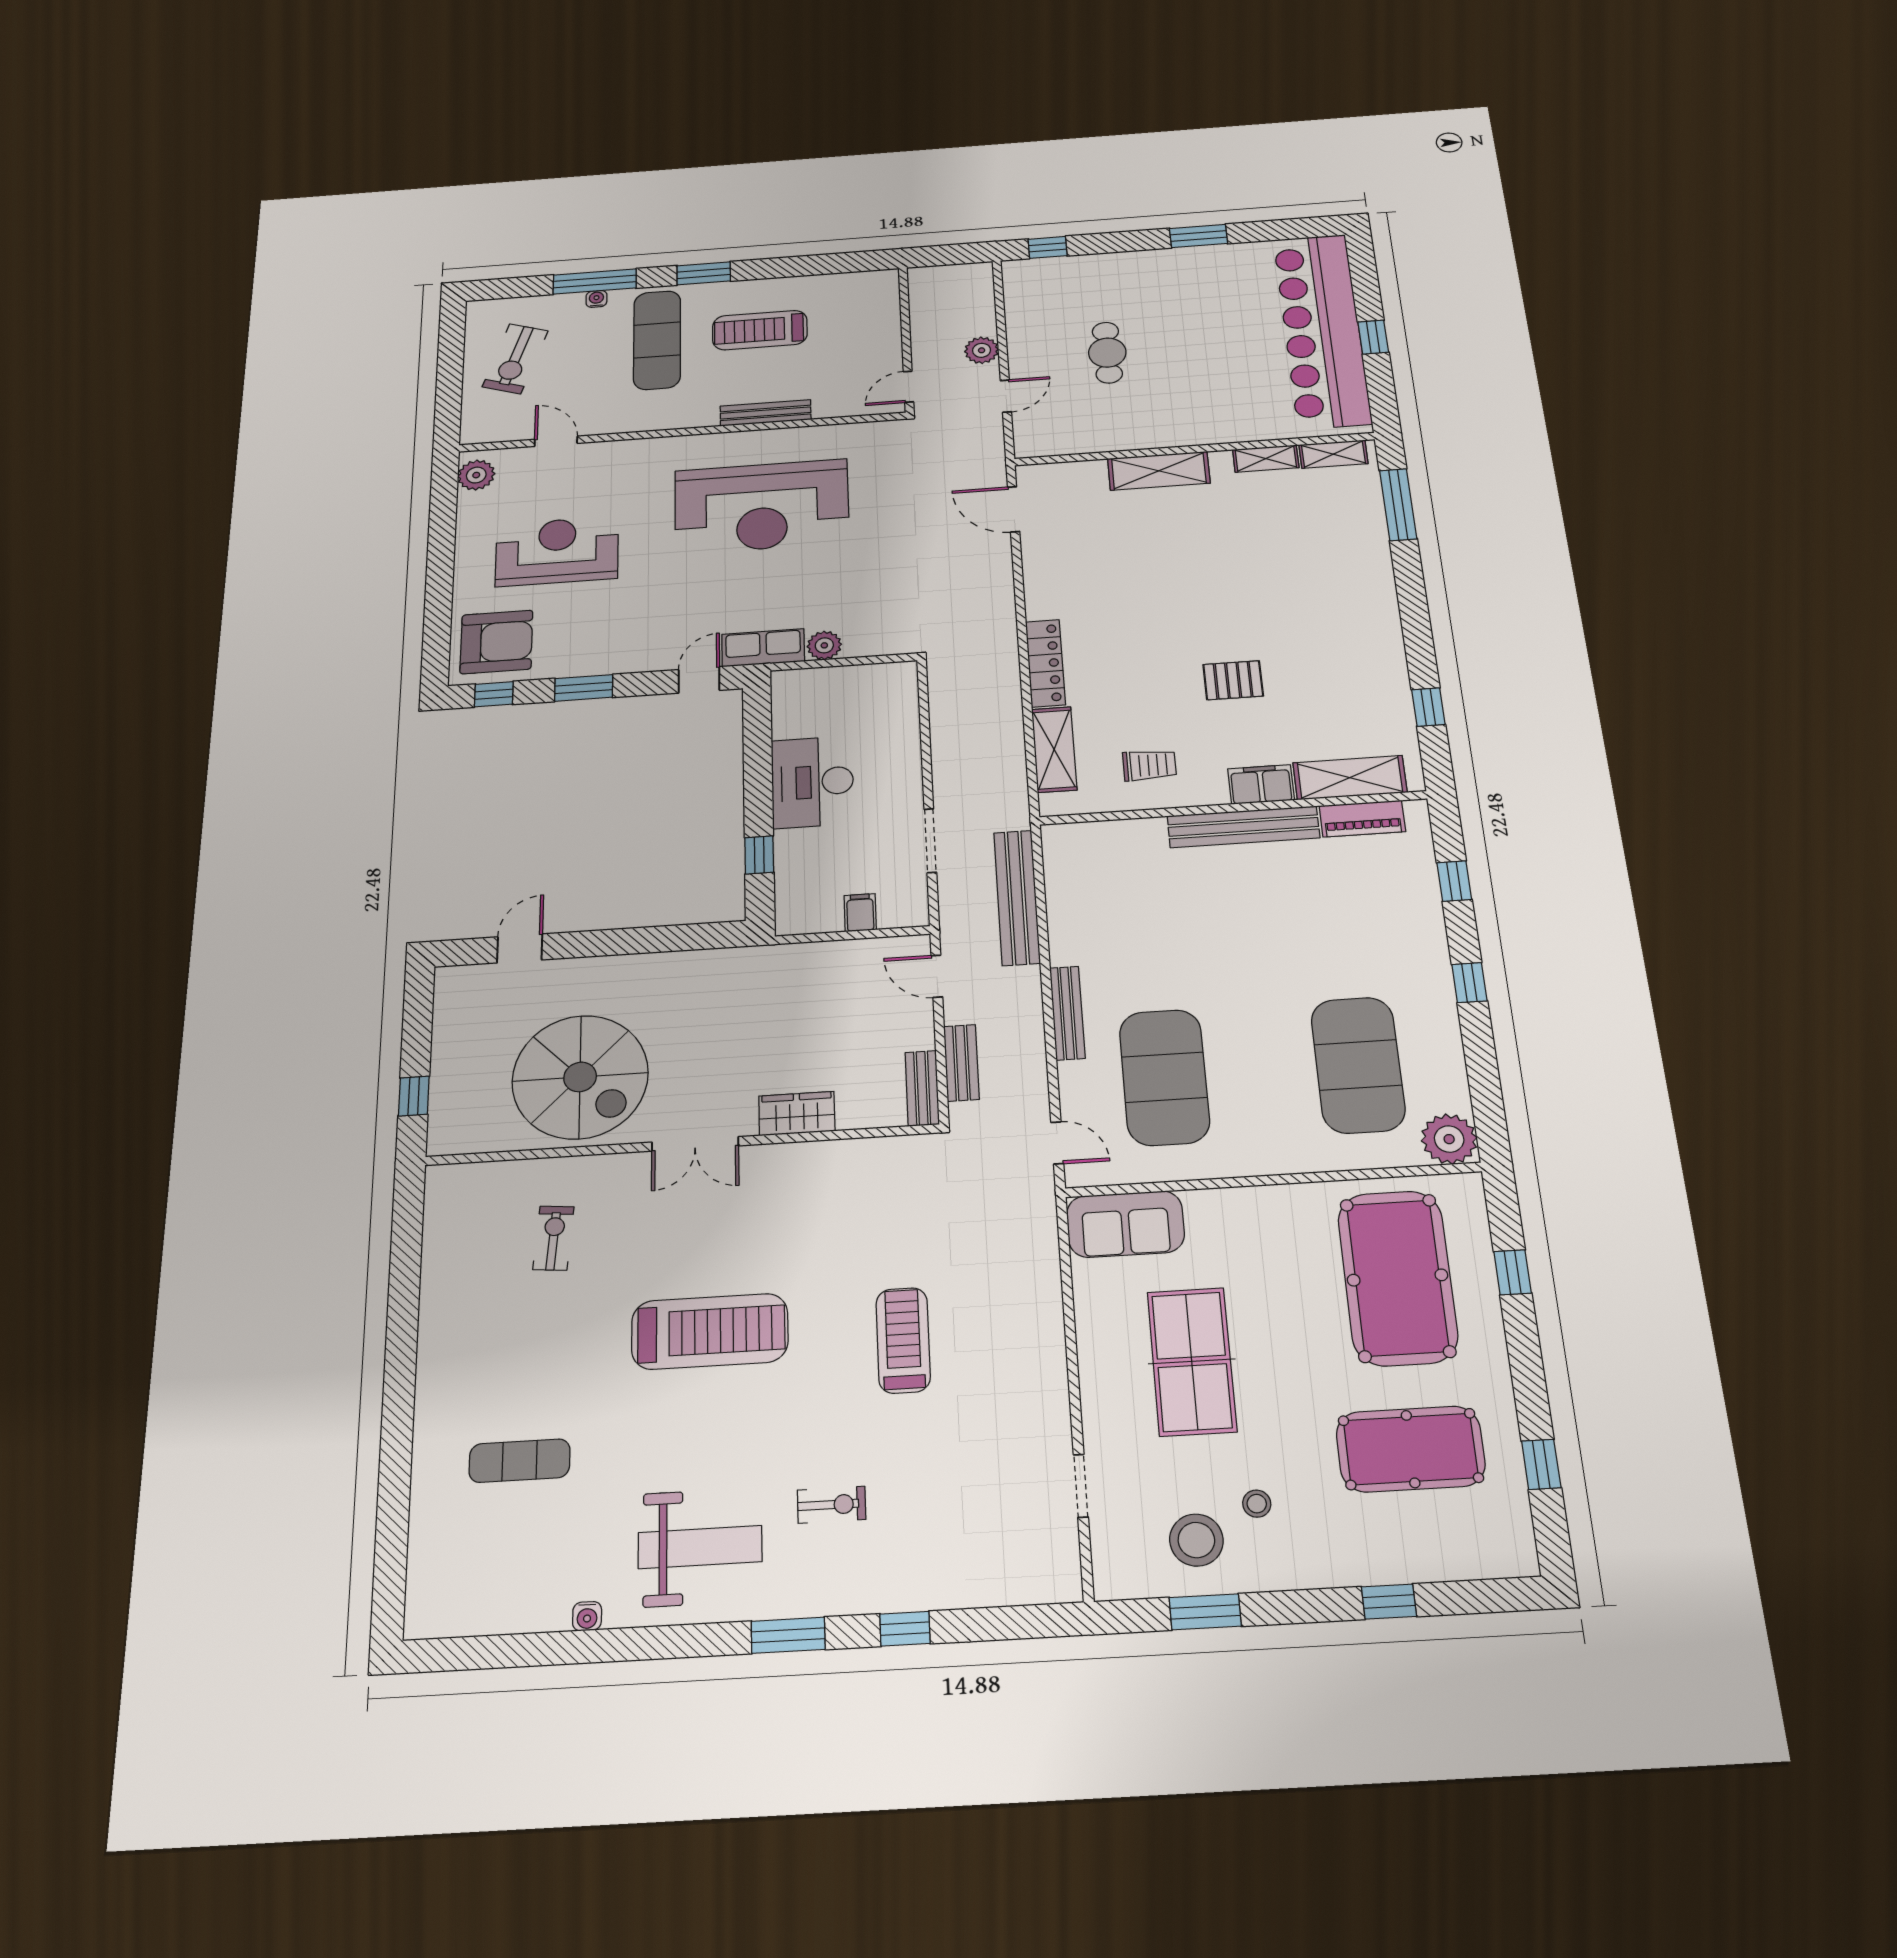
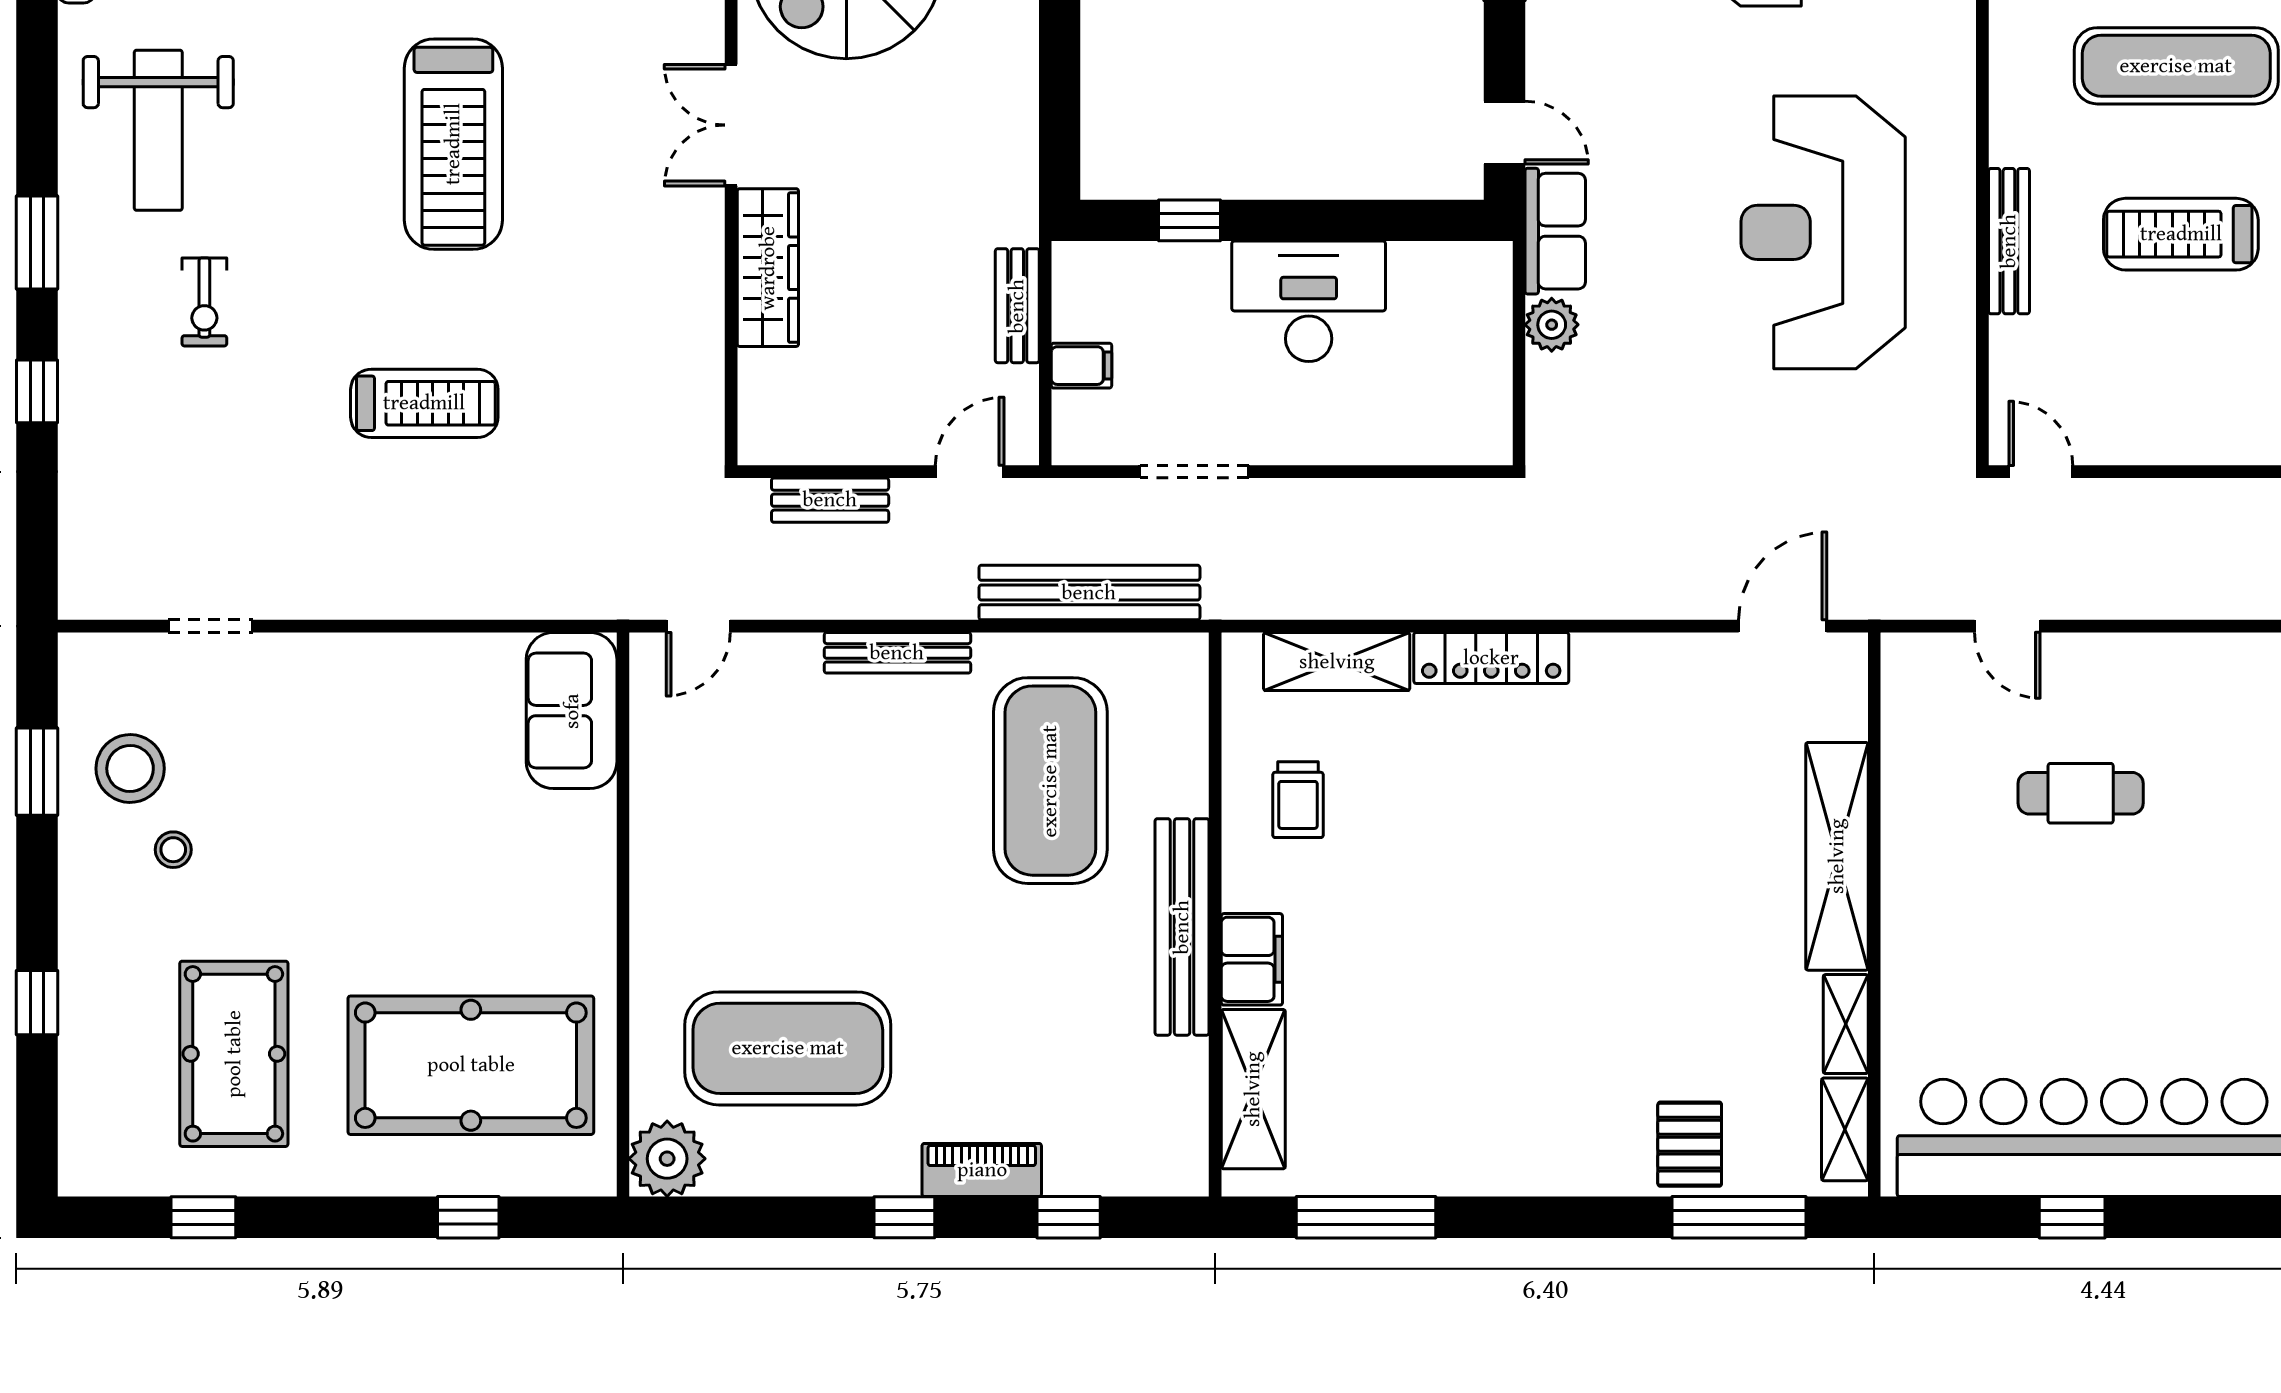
treadmill: (760, 330) -> (2181, 234), turned -90
plant: (982, 350) -> (2104, 592), removed
shelving: (1159, 471) -> (1837, 856), width x1.47
pallet: (1233, 680) -> (1690, 1144), moved
window: (1428, 707) -> (1366, 1217), width x2.17
piano: (1362, 819) -> (982, 1170), moved, turned 90
exercise mat: (1164, 1077) -> (1050, 781), moved, turned 90
bench: (922, 1088) -> (1017, 306), moved, turned 90
wardrobe: (797, 1114) -> (768, 268), width x1.50
table tennis table: (1192, 1361) -> (371, 783), removed

